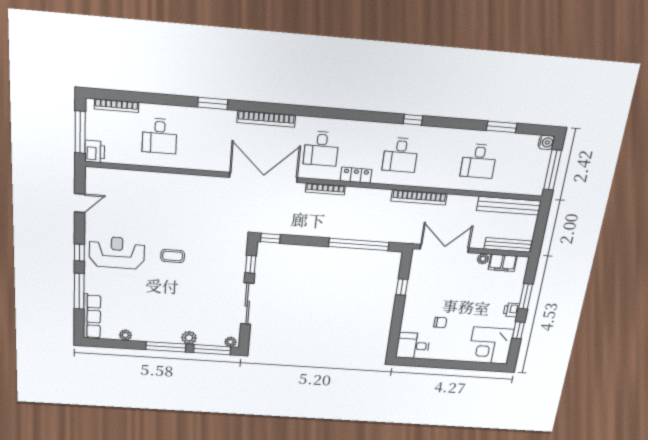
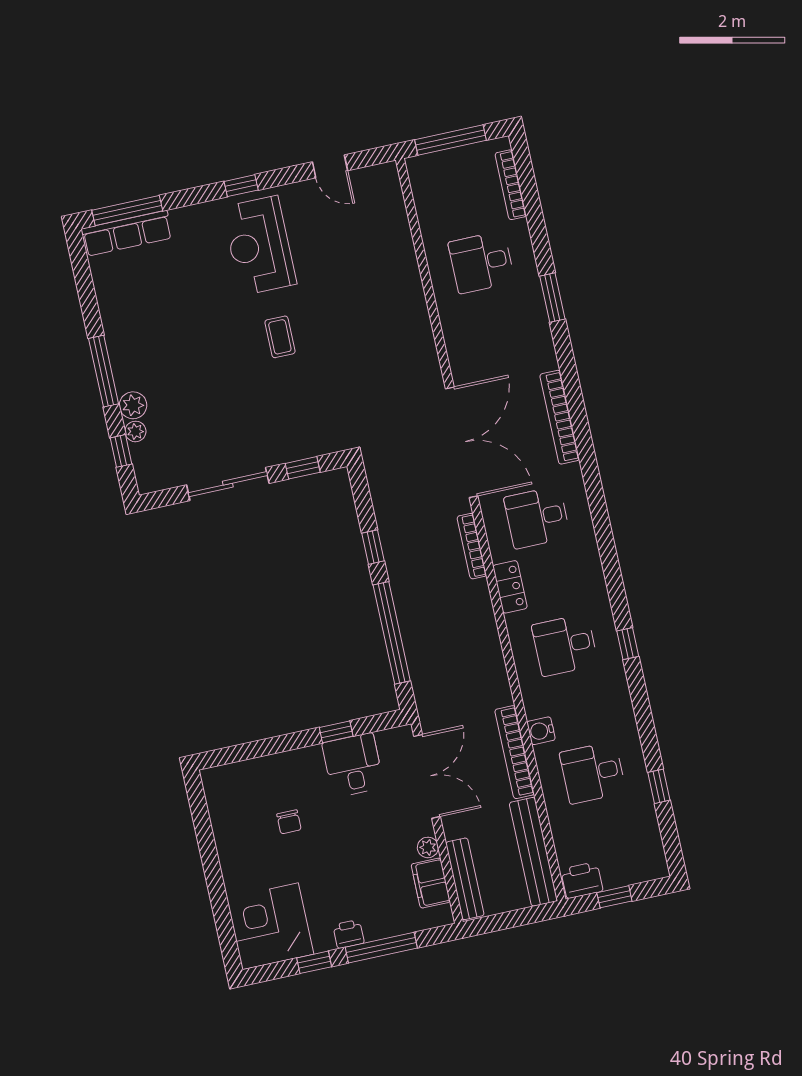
window: (213, 103) -> (552, 298), moved
window: (502, 127) -> (659, 786), width x0.67
water cooler: (546, 142) -> (541, 731), moved, turned 90
printer: (95, 152) -> (582, 880), moved, turned 180
window: (553, 170) -> (614, 897), width x0.46
bookcase: (419, 197) -> (514, 752), moved
window: (270, 238) -> (373, 547), moved
reception desk: (117, 253) -> (259, 246), turned 180
window: (79, 291) -> (127, 211), moved
window: (526, 296) -> (381, 948), width x1.44
plant: (125, 335) -> (107, 298), removed
plant: (230, 342) -> (135, 431), moved
desk: (413, 346) -> (353, 765), moved
window: (212, 350) -> (121, 451), width x0.46

